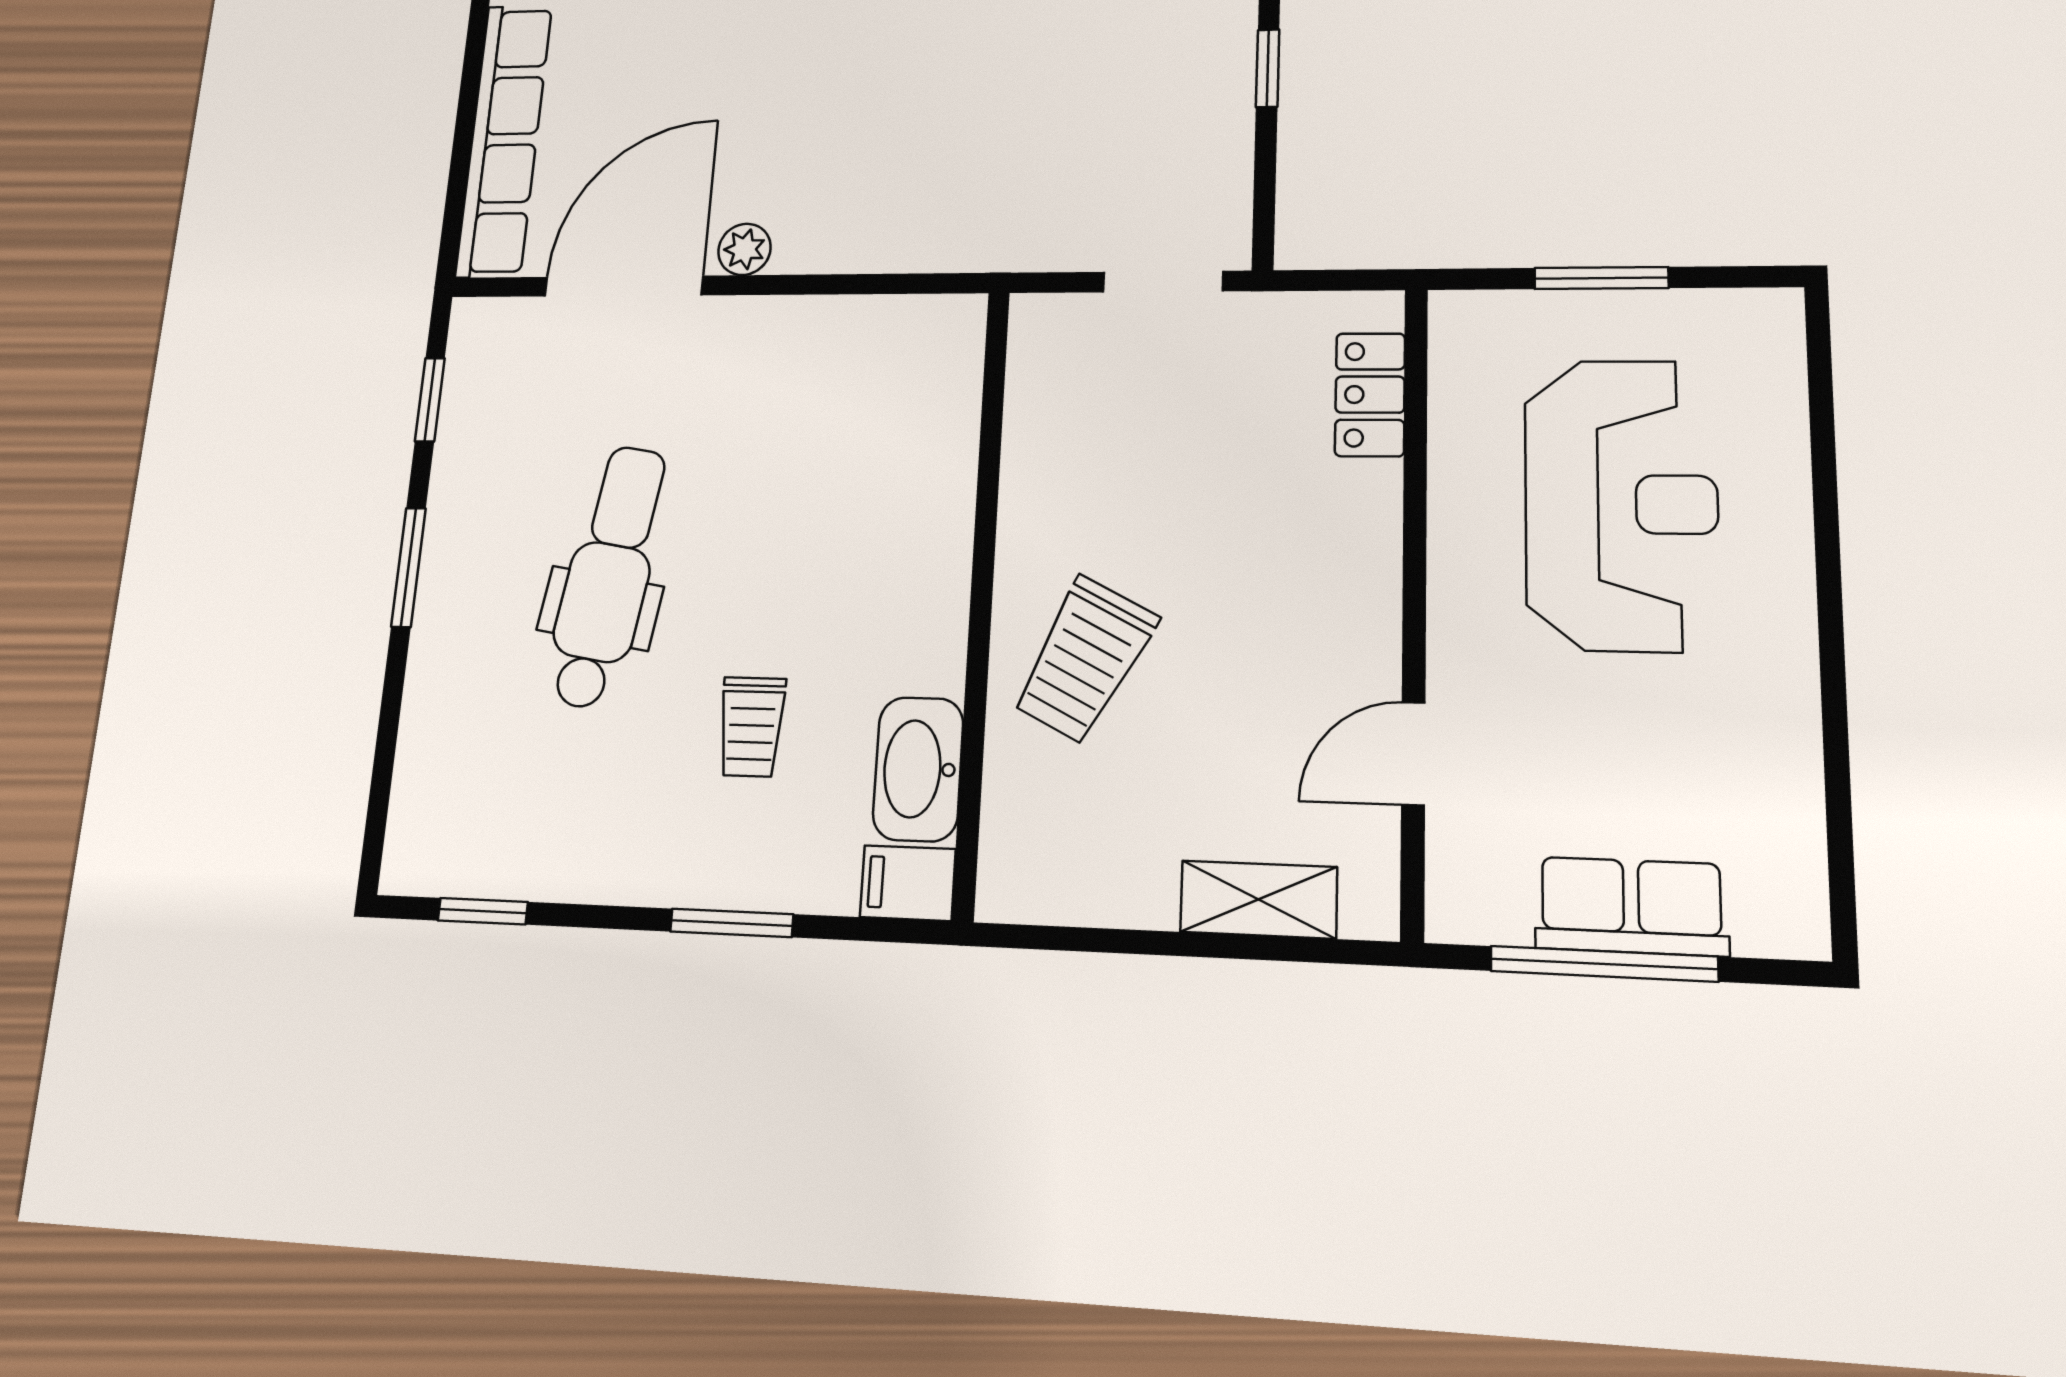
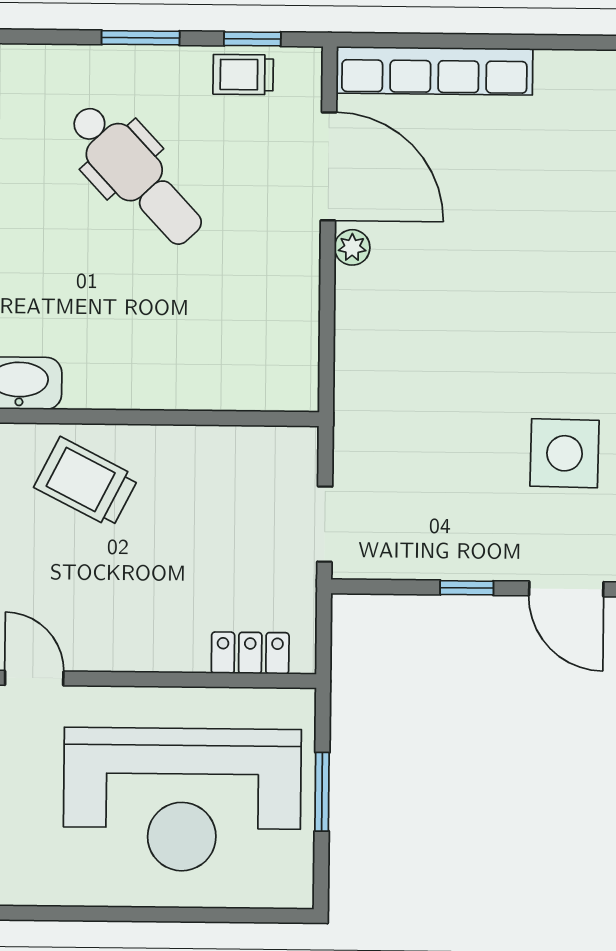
reception desk: (1621, 504) -> (182, 800), width x1.36, depth x1.30
dental chair: (608, 576) -> (136, 174), turned 38
trolley: (751, 727) -> (243, 75), moved

